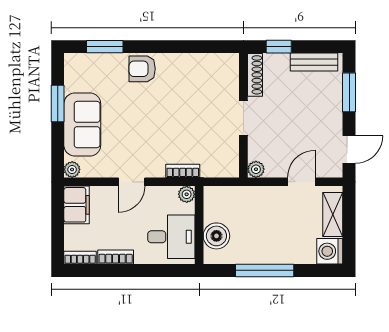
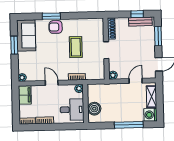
window: (105, 47) -> (51, 16), moved
window: (279, 47) -> (137, 14), moved
coffee table: (182, 110) -> (76, 47), added
sofa: (82, 125) -> (26, 36), moved
door: (132, 182) -> (52, 83), swing flipped
window: (265, 270) -> (129, 125), moved

